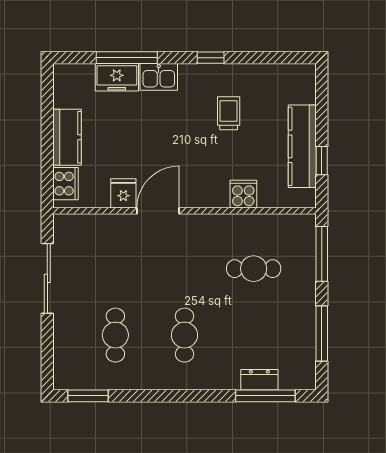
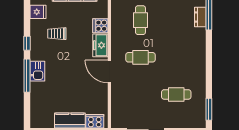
window: (127, 58) -> (27, 76), moved
freezer: (117, 77) -> (100, 45), moved, turned 180
fridge: (123, 193) -> (38, 12), moved, turned 180
cafe table: (184, 335) -> (140, 57), moved

